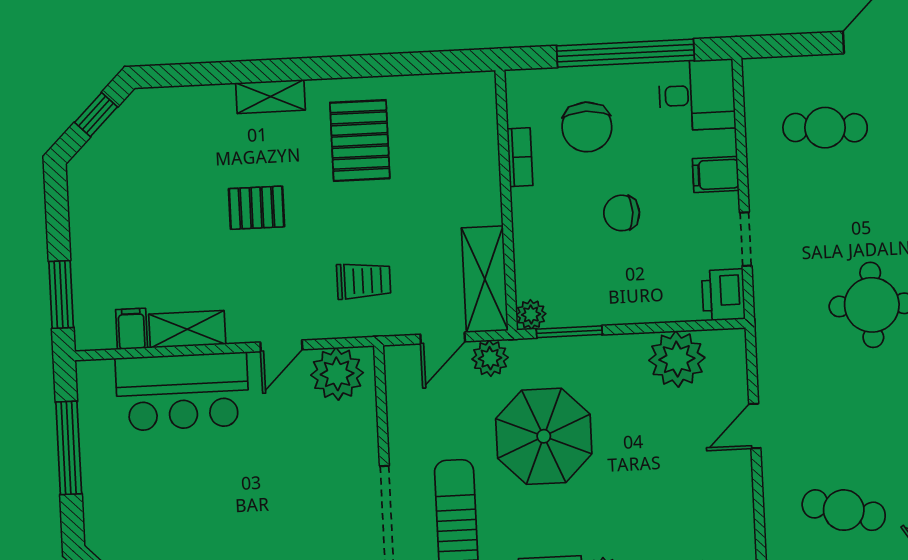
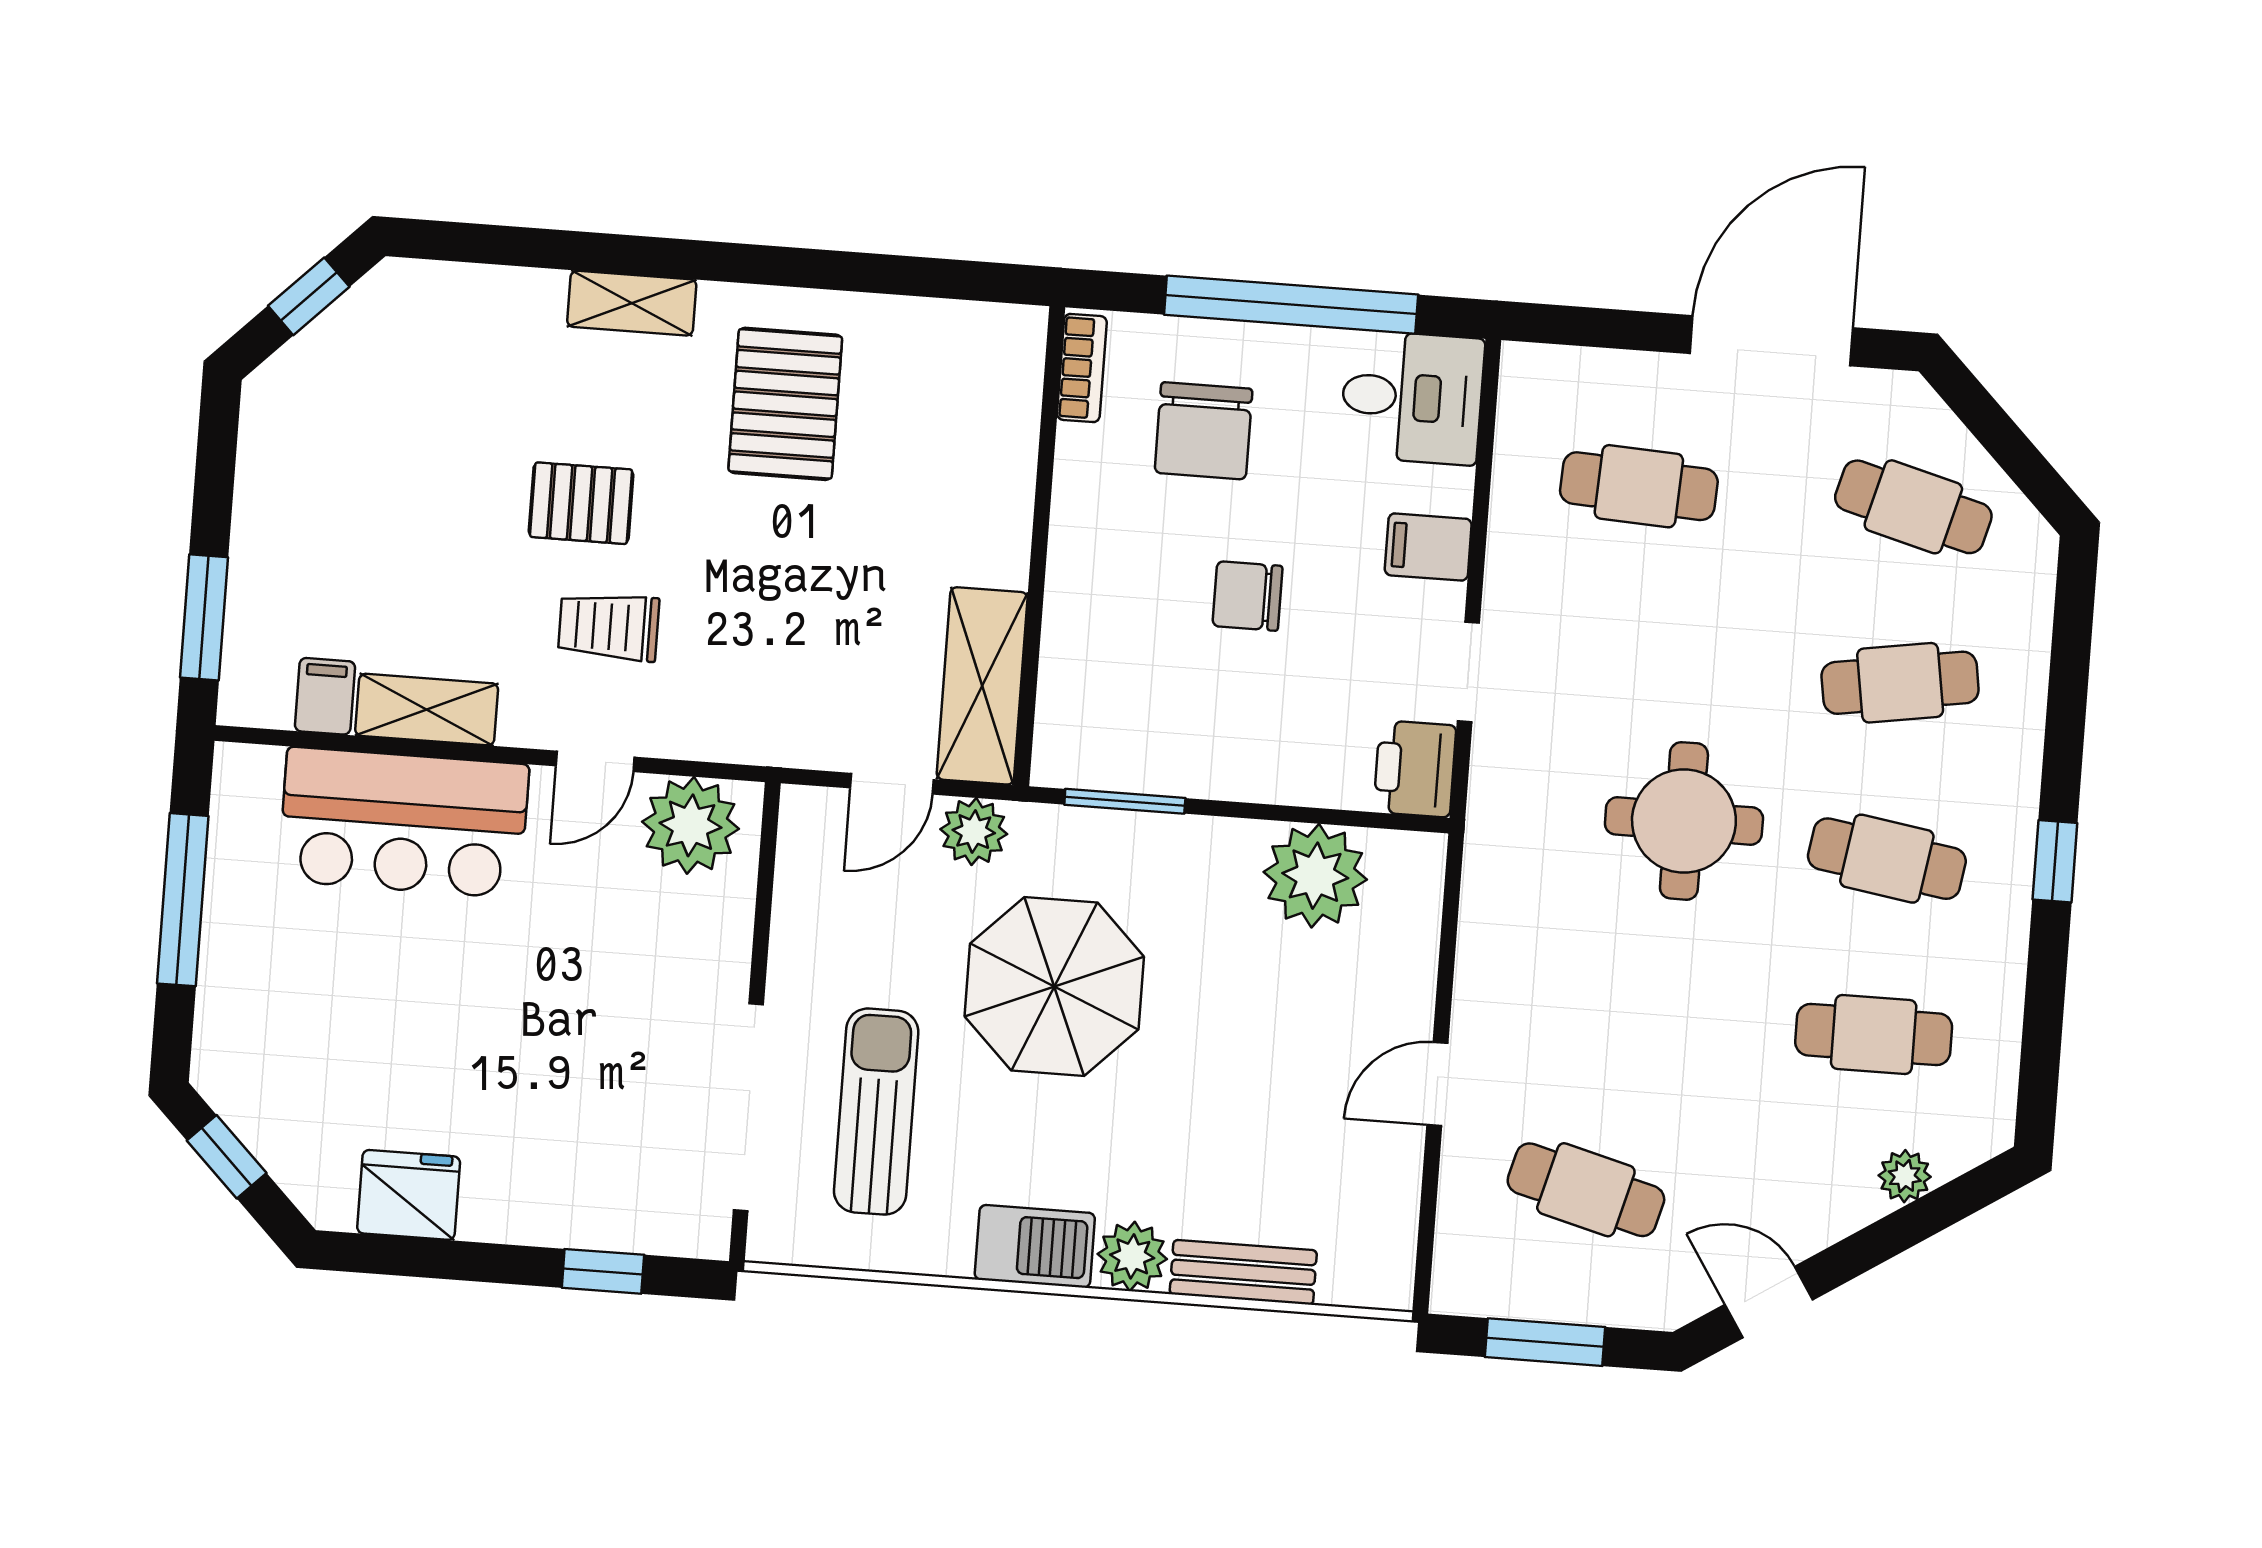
bookcase: (520, 157) -> (1082, 368), moved
trolley: (364, 281) -> (609, 627), moved, turned 180
plant: (531, 314) -> (1059, 761), removed
door: (755, 426) -> (1437, 1084), moved

